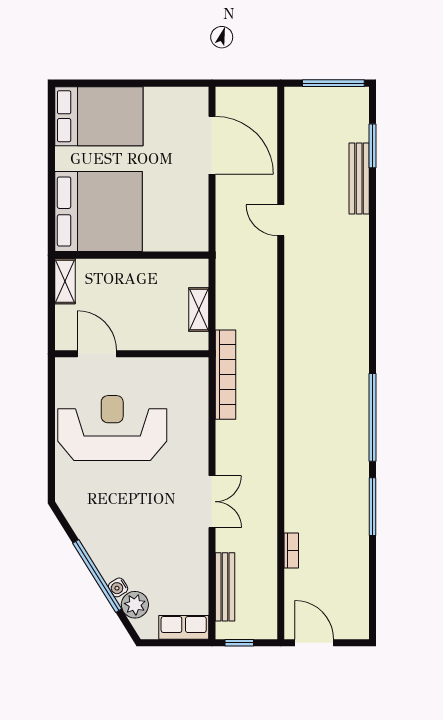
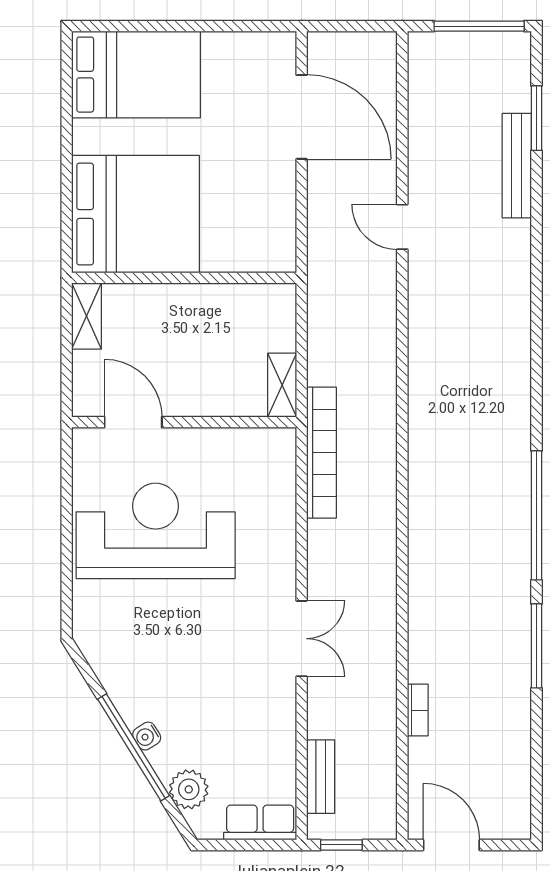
shelving: (199, 309) -> (282, 385), moved
water cooler: (118, 587) -> (147, 736), moved
bench: (225, 587) -> (321, 777), width x0.73

